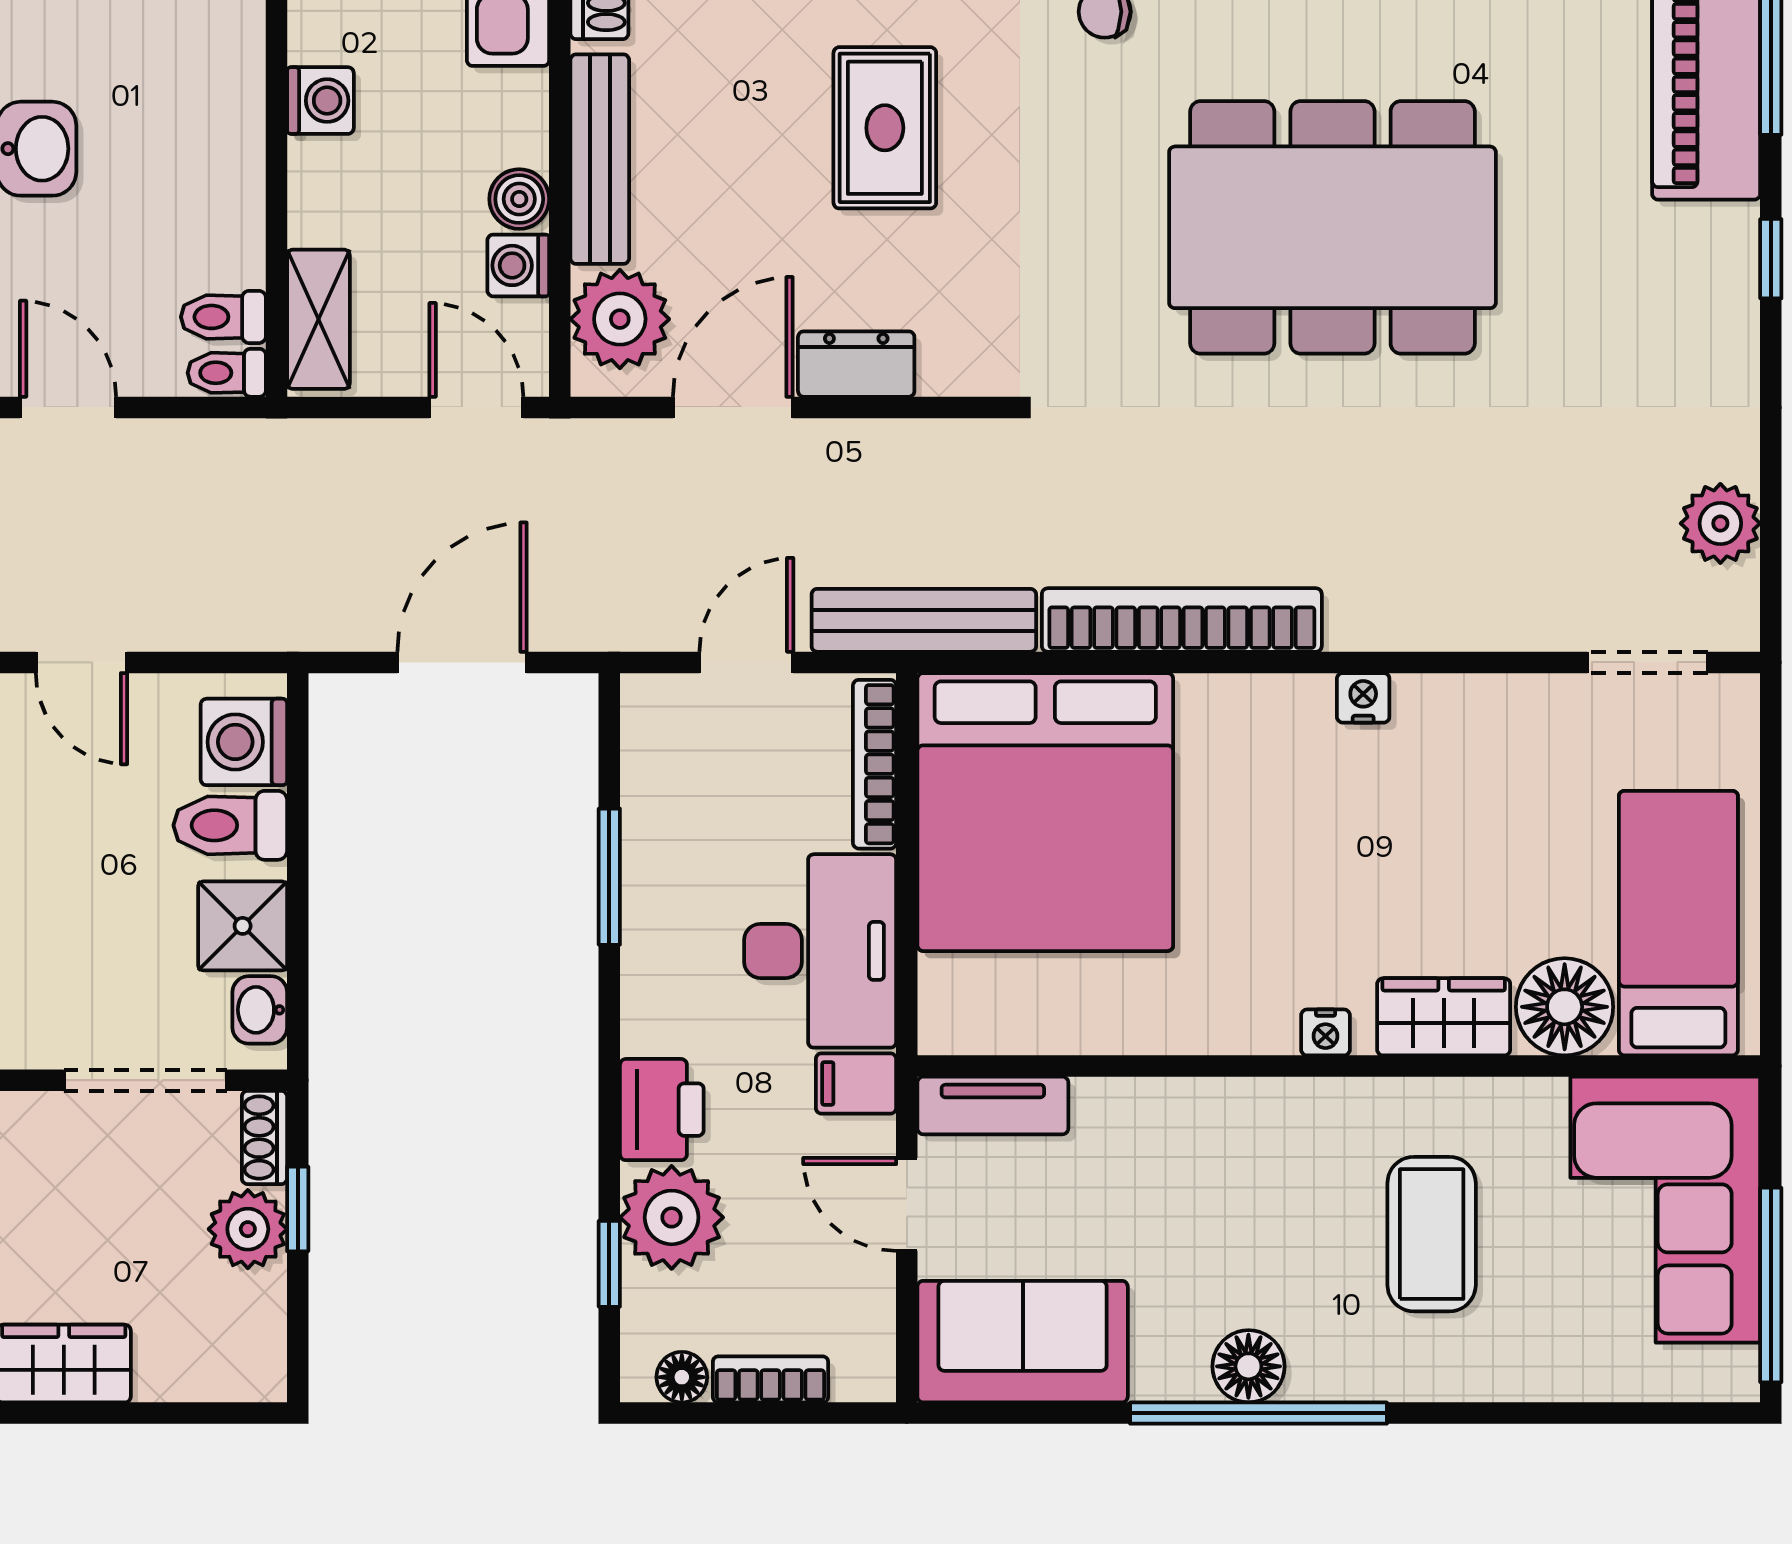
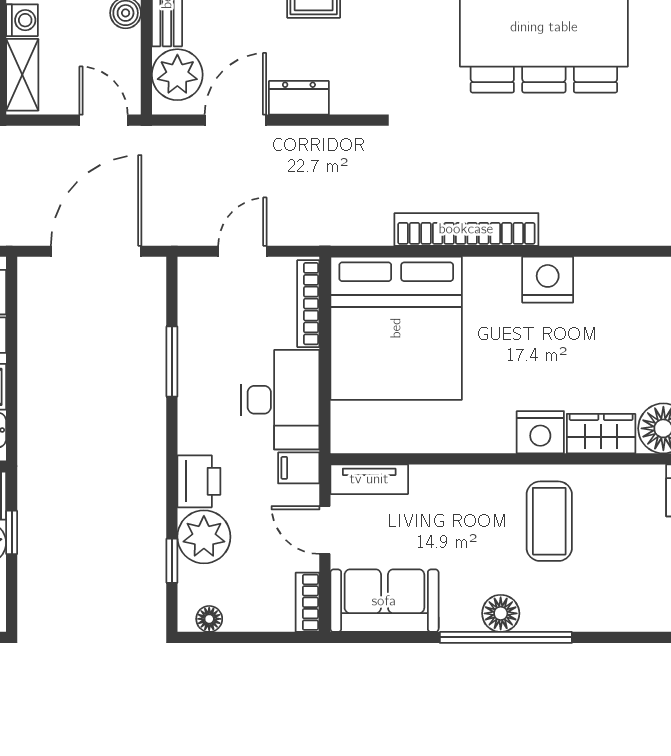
washing machine: (518, 265) -> (22, 20), moved, turned 180
bench: (924, 620) -> (334, 230), removed
door: (462, 662) -> (96, 251), width x1.36
nightstand: (1363, 698) -> (548, 280), width x1.89, depth x1.79
nightstand: (1325, 1032) -> (540, 432), width x1.89, depth x1.79
coffee table: (1432, 1234) -> (549, 521), moved
bookcase: (770, 1379) -> (308, 602), moved, turned -90

